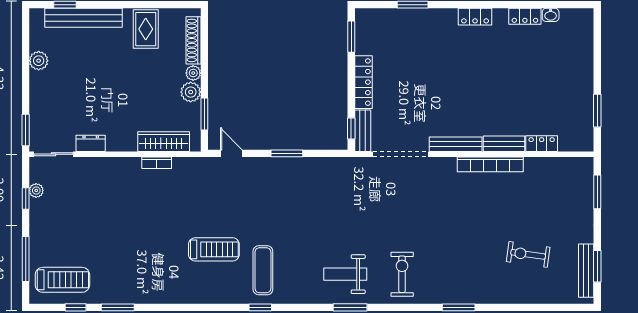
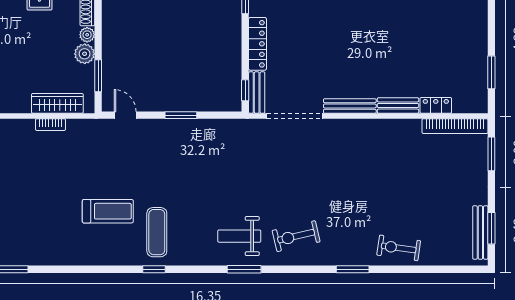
bookcase: (490, 164) -> (455, 126), moved
exercise bike: (528, 254) -> (399, 248), moved
exercise bike: (402, 274) -> (296, 236), turned -103

